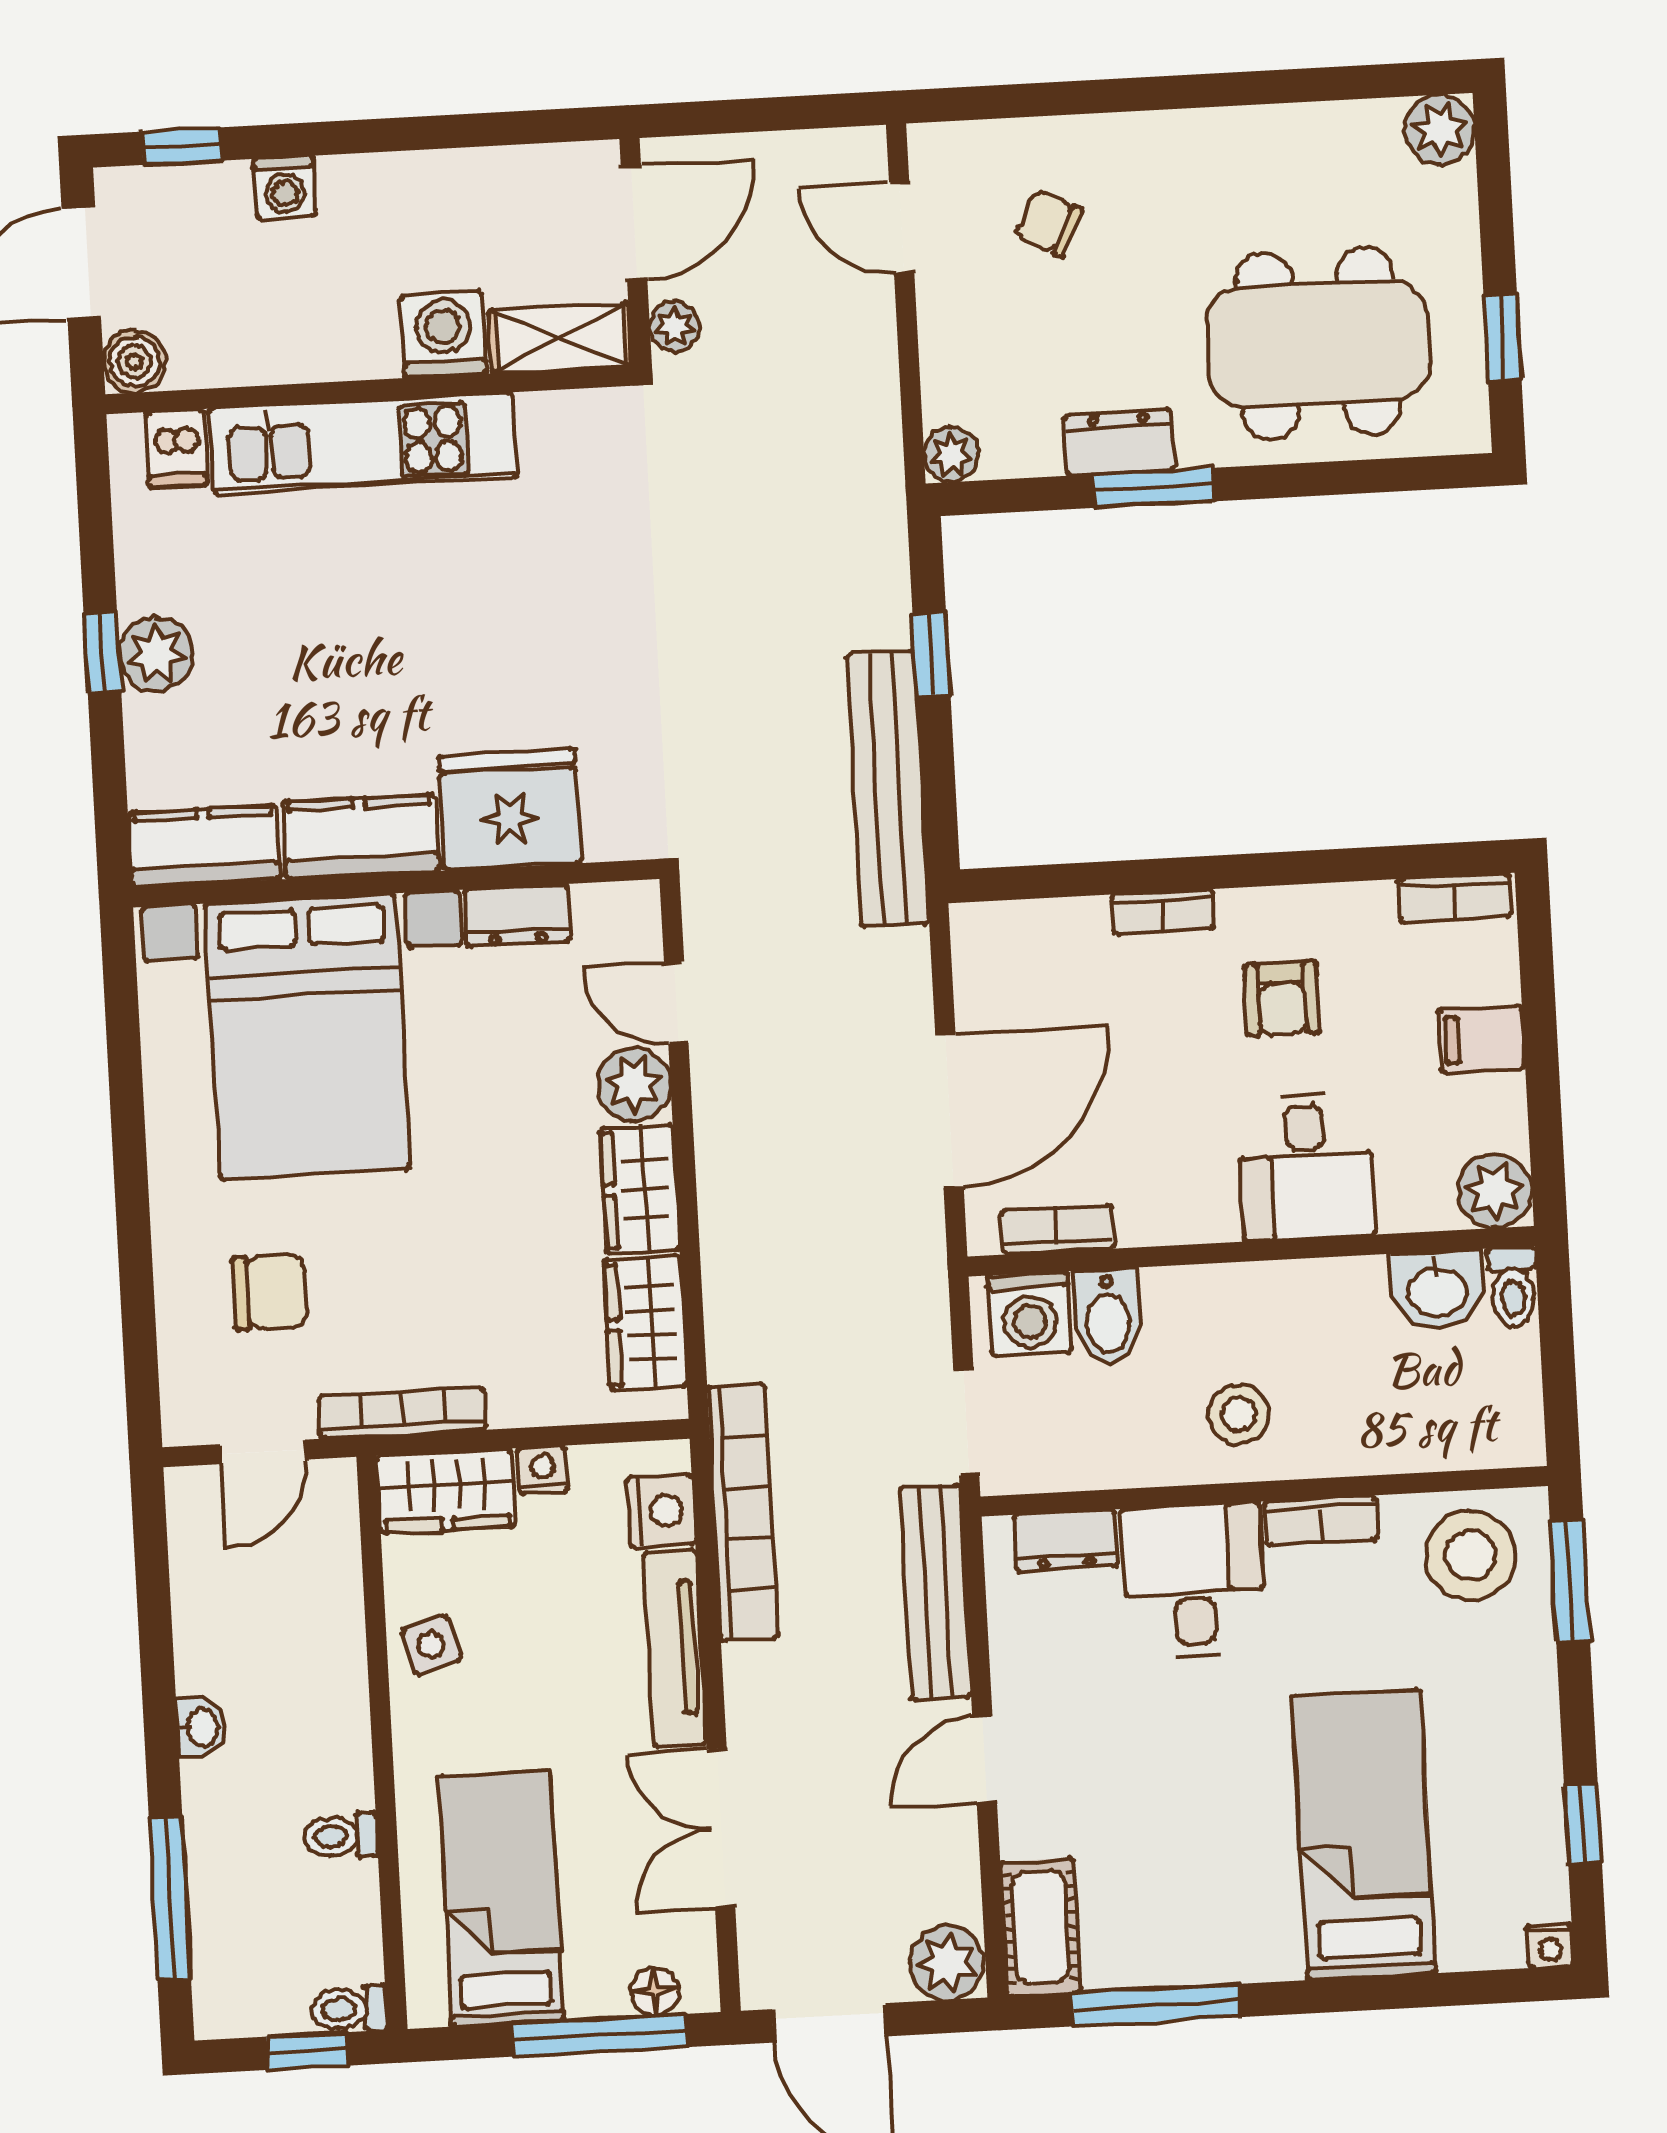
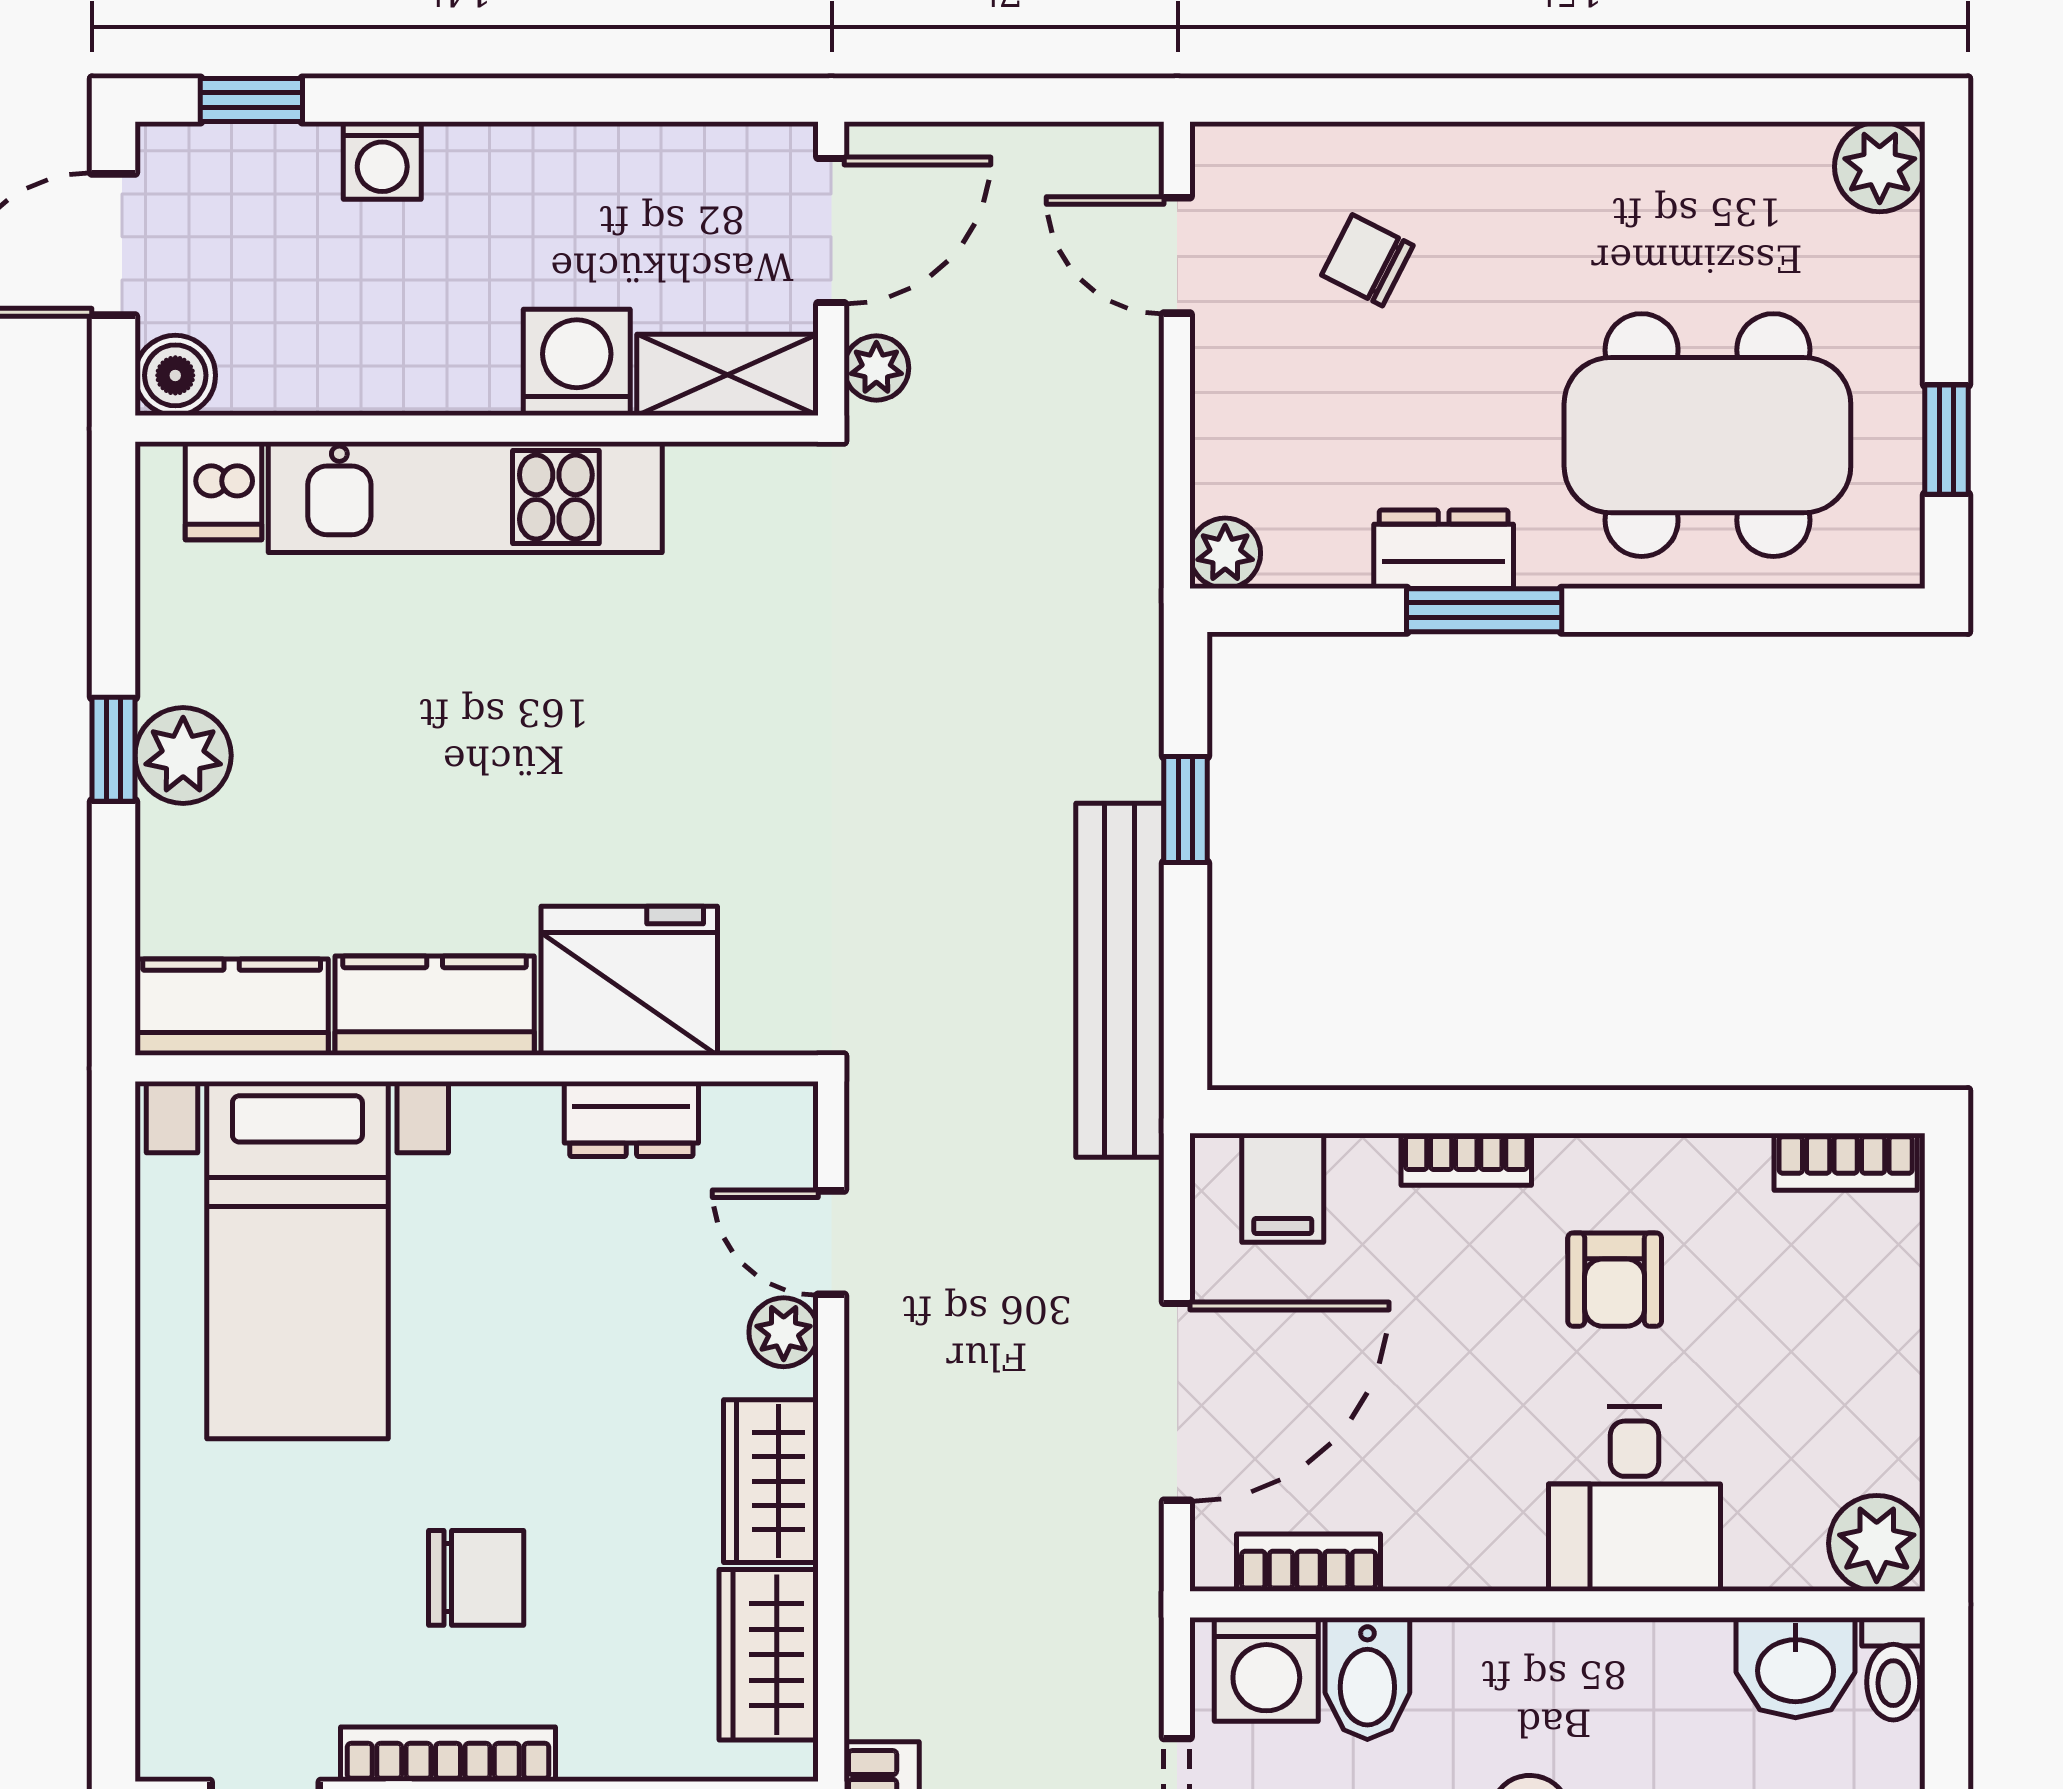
bed with nightstands: (308, 1036) -> (297, 1260), width x0.73
filing cabinet: (1482, 1039) -> (1283, 1188), moved, turned -90
plant: (634, 1084) -> (784, 1332), width x0.73, depth x0.73
chair: (270, 1292) -> (476, 1578), moved

